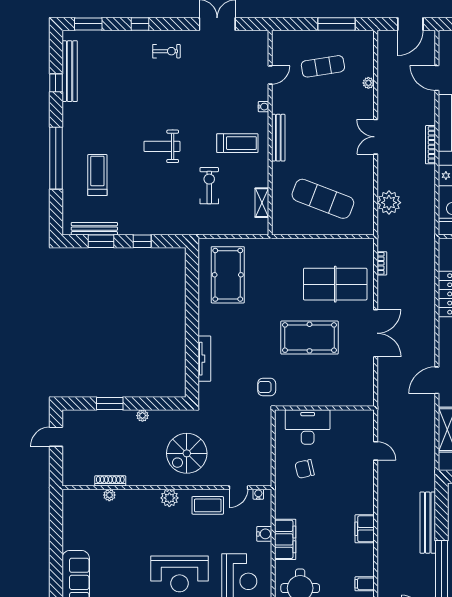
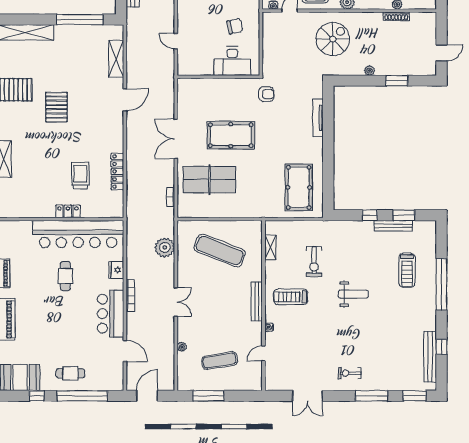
window: (140, 24) -> (372, 396), width x2.17
bench: (94, 229) -> (393, 226), moved

